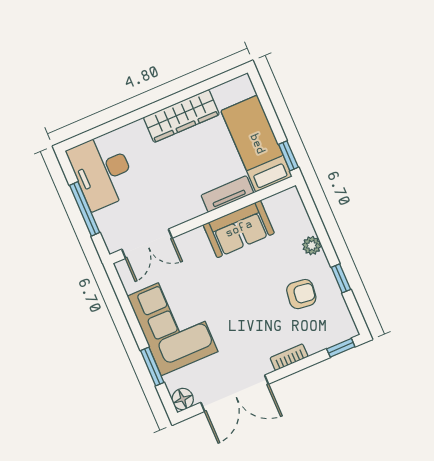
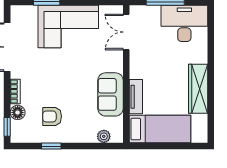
window: (288, 156) -> (143, 146), removed
plant: (312, 246) -> (104, 136), moved
armchair: (301, 294) -> (52, 116), turned 83
floor lamp: (183, 399) -> (18, 112), moved

